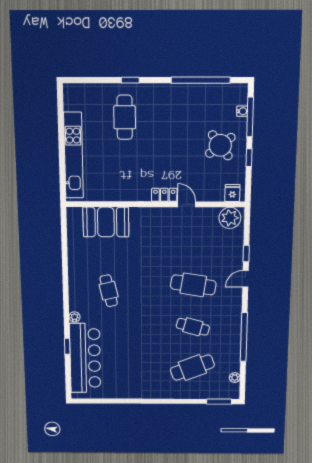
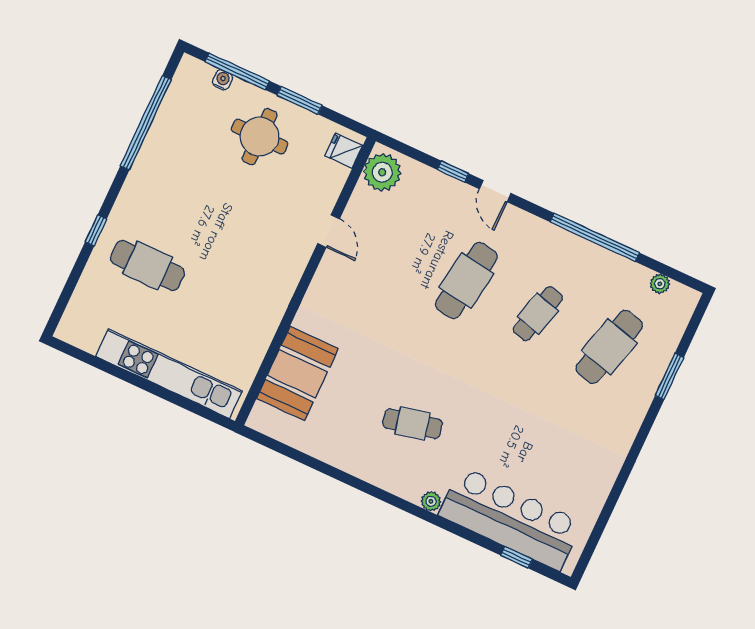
round table: (220, 145) -> (260, 137), turned 37
window: (249, 158) -> (300, 100), width x1.50
locker: (164, 195) -> (297, 260), removed
door: (187, 204) -> (328, 231), swing flipped
window: (67, 346) -> (516, 557), moved
cafe table: (192, 368) -> (609, 347), turned 36
window: (219, 402) -> (669, 376), moved

